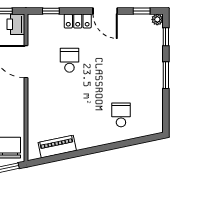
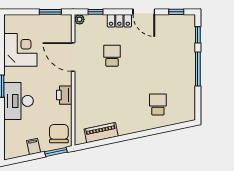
plant: (157, 19) -> (80, 19), moved
printer: (16, 24) -> (64, 95), moved
window: (166, 75) -> (198, 69), width x1.44

